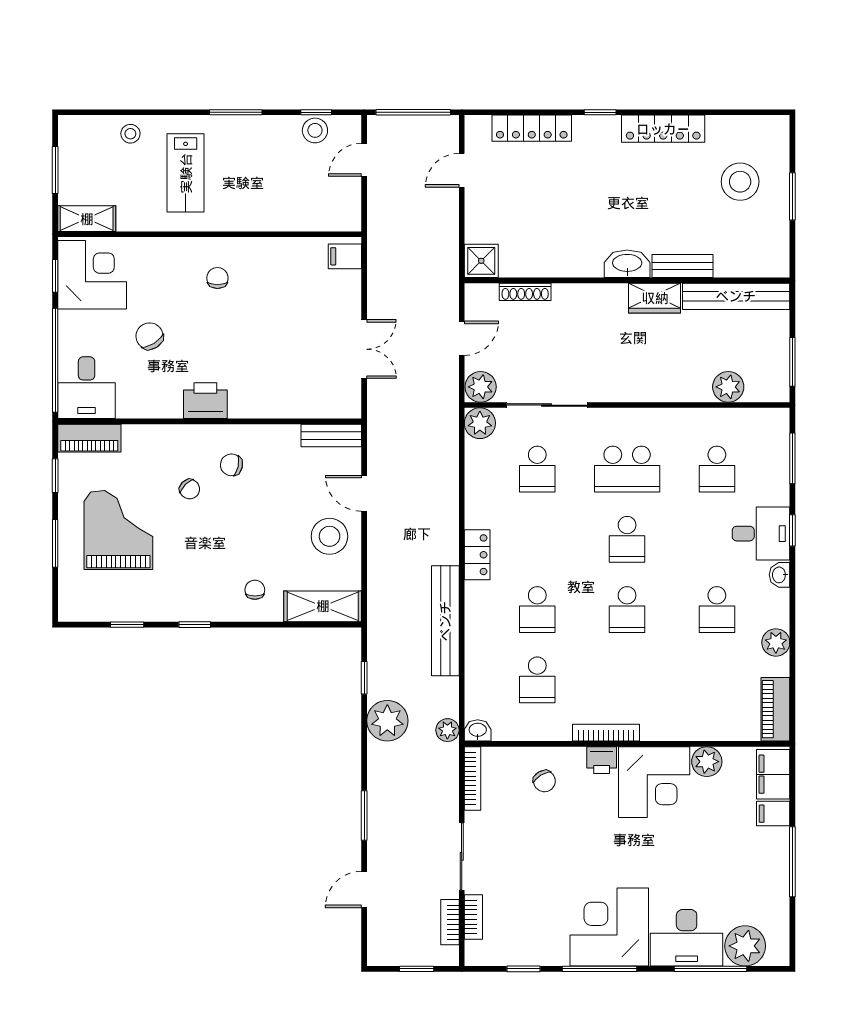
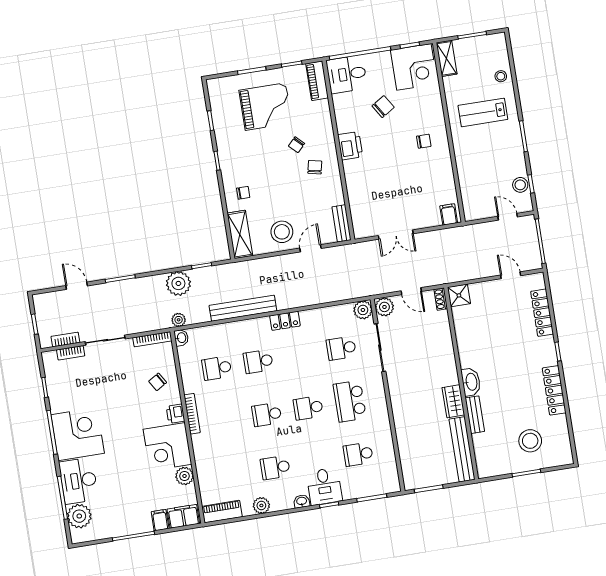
shoe rack: (525, 292) -> (441, 299), moved, width x0.70
plant: (728, 387) -> (408, 453), removed

